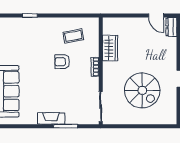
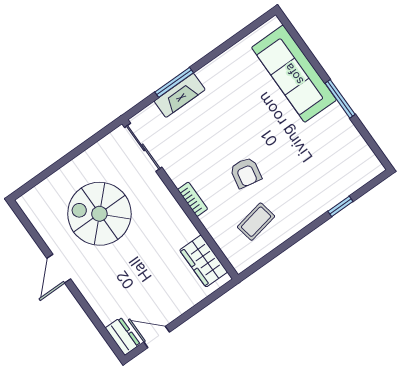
wardrobe: (110, 48) -> (204, 261), moved
armchair: (62, 62) -> (246, 173), turned 102
fireplace: (51, 118) -> (180, 95), moved

